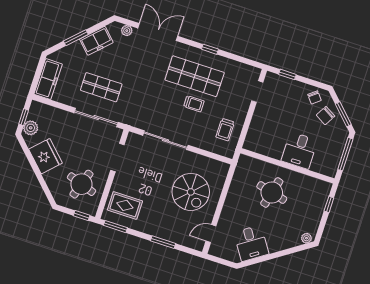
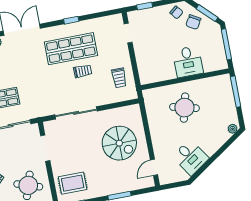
window: (329, 204) -> (236, 92), width x2.17

